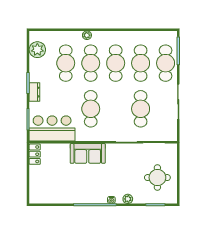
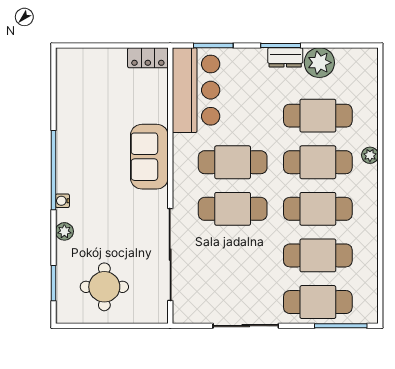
plant: (37, 50) -> (319, 63), moved
dresser: (34, 92) -> (285, 57), moved
cafe table: (141, 109) -> (233, 209), moved

